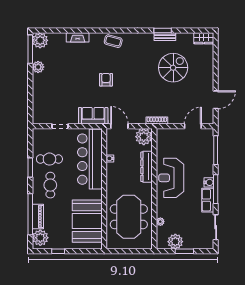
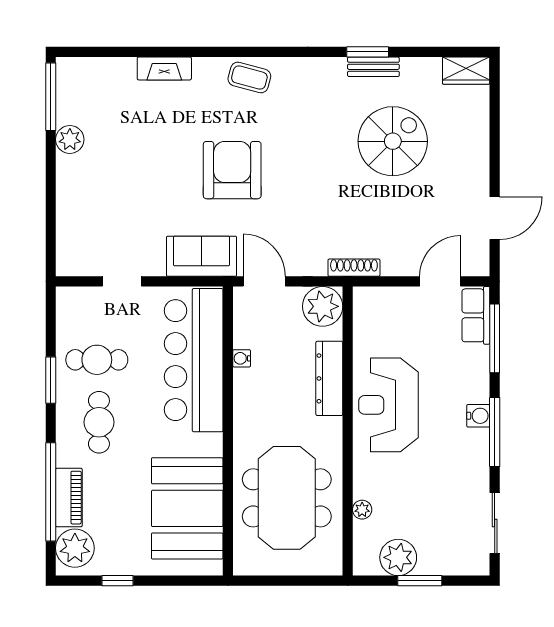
plant: (40, 40) -> (75, 76), removed
armchair: (106, 80) -> (232, 170), width x1.88, depth x1.88
row of seats: (208, 200) -> (476, 315), moved

